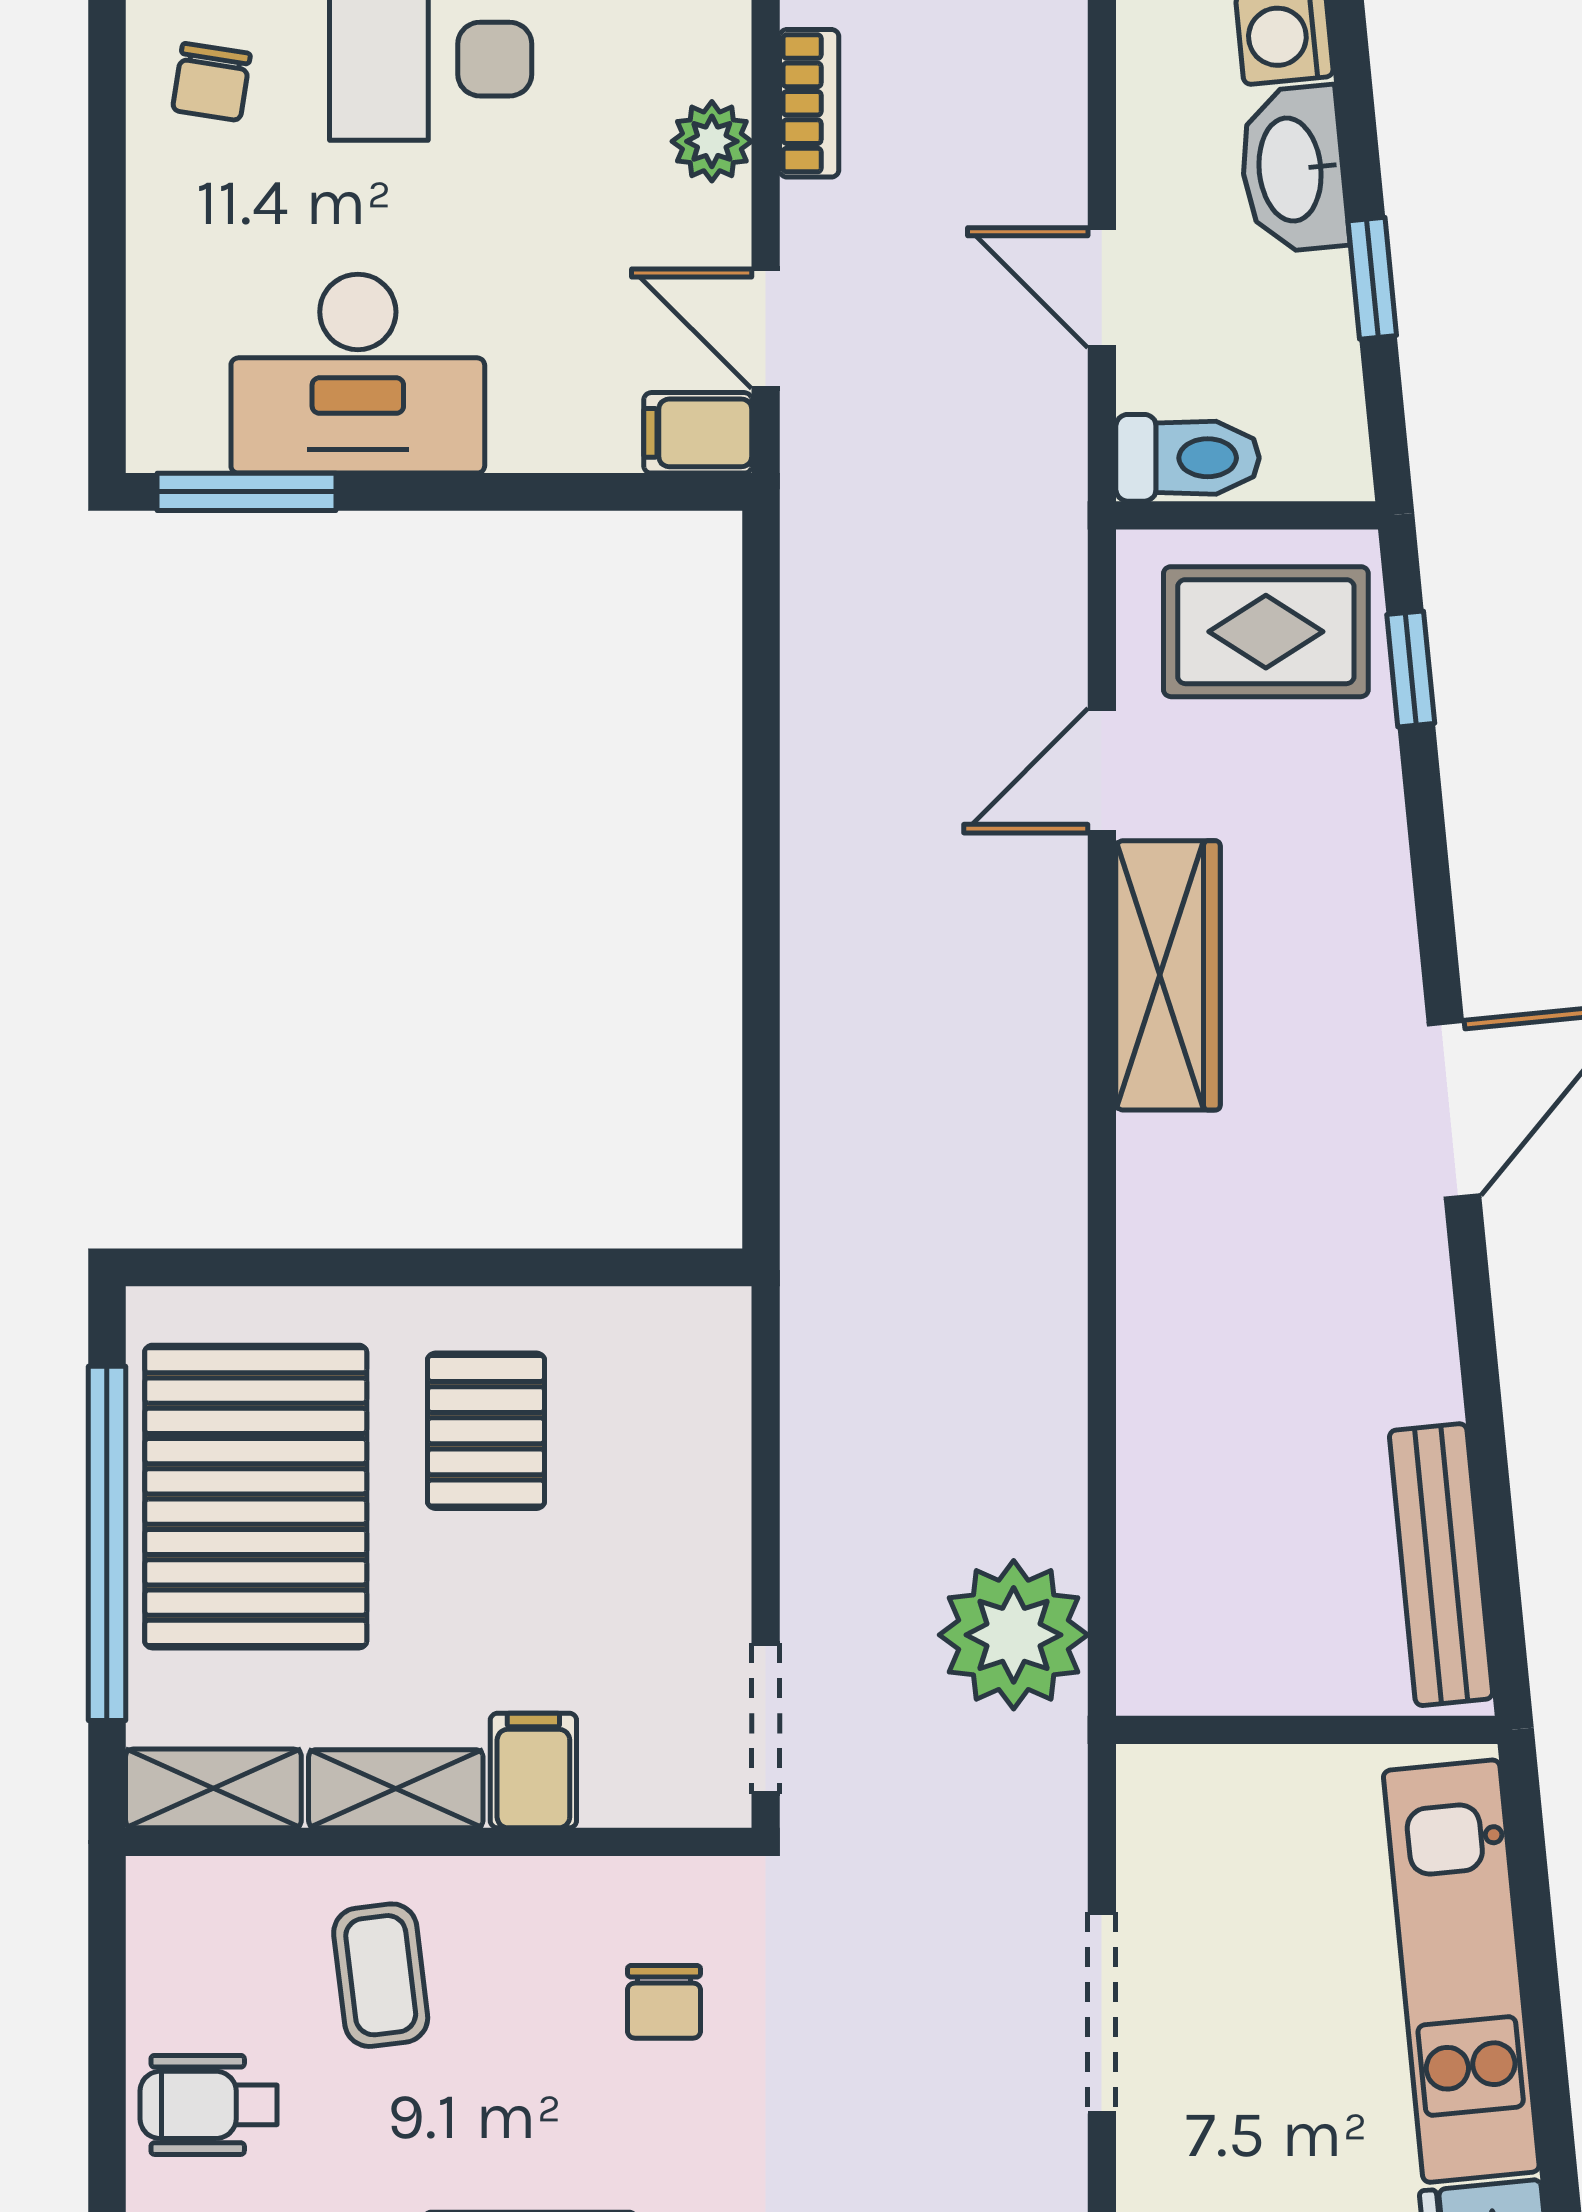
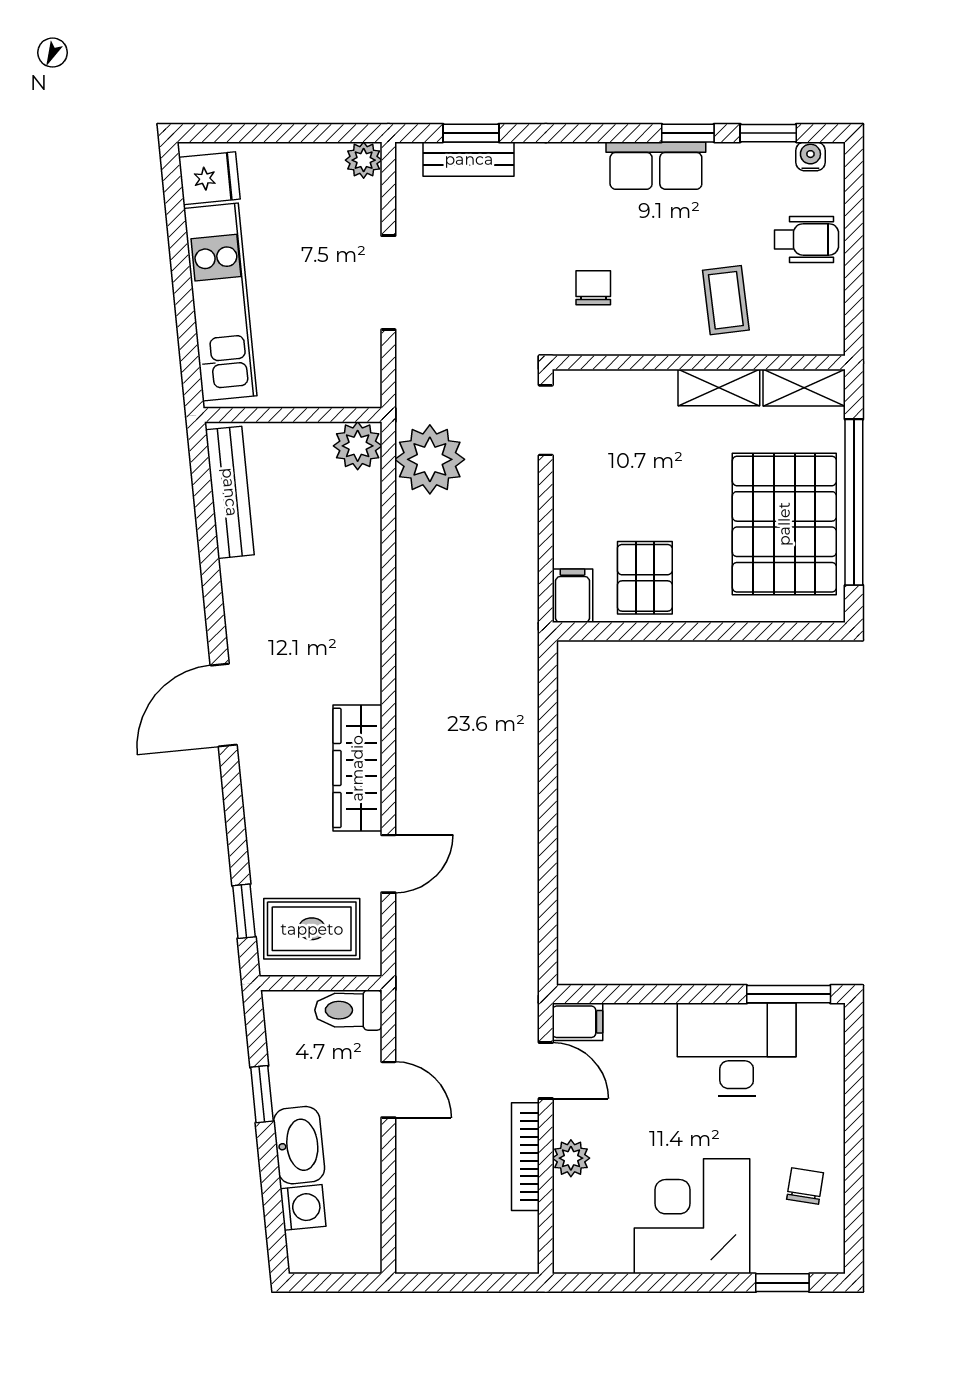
bookcase: (809, 103) -> (525, 1157), width x1.56
pallet: (486, 1431) -> (645, 578), moved
plant: (1168, 1664) -> (358, 446), added
filing cabinet: (533, 1770) -> (572, 596), moved, turned 180

